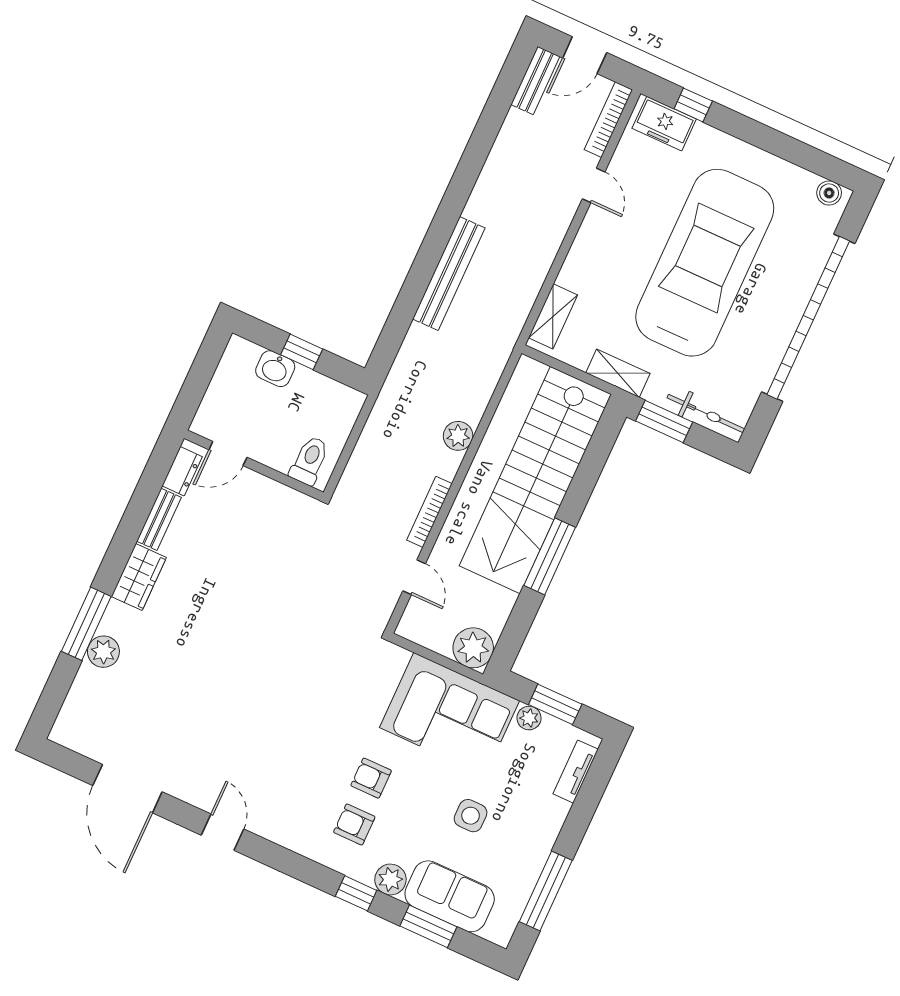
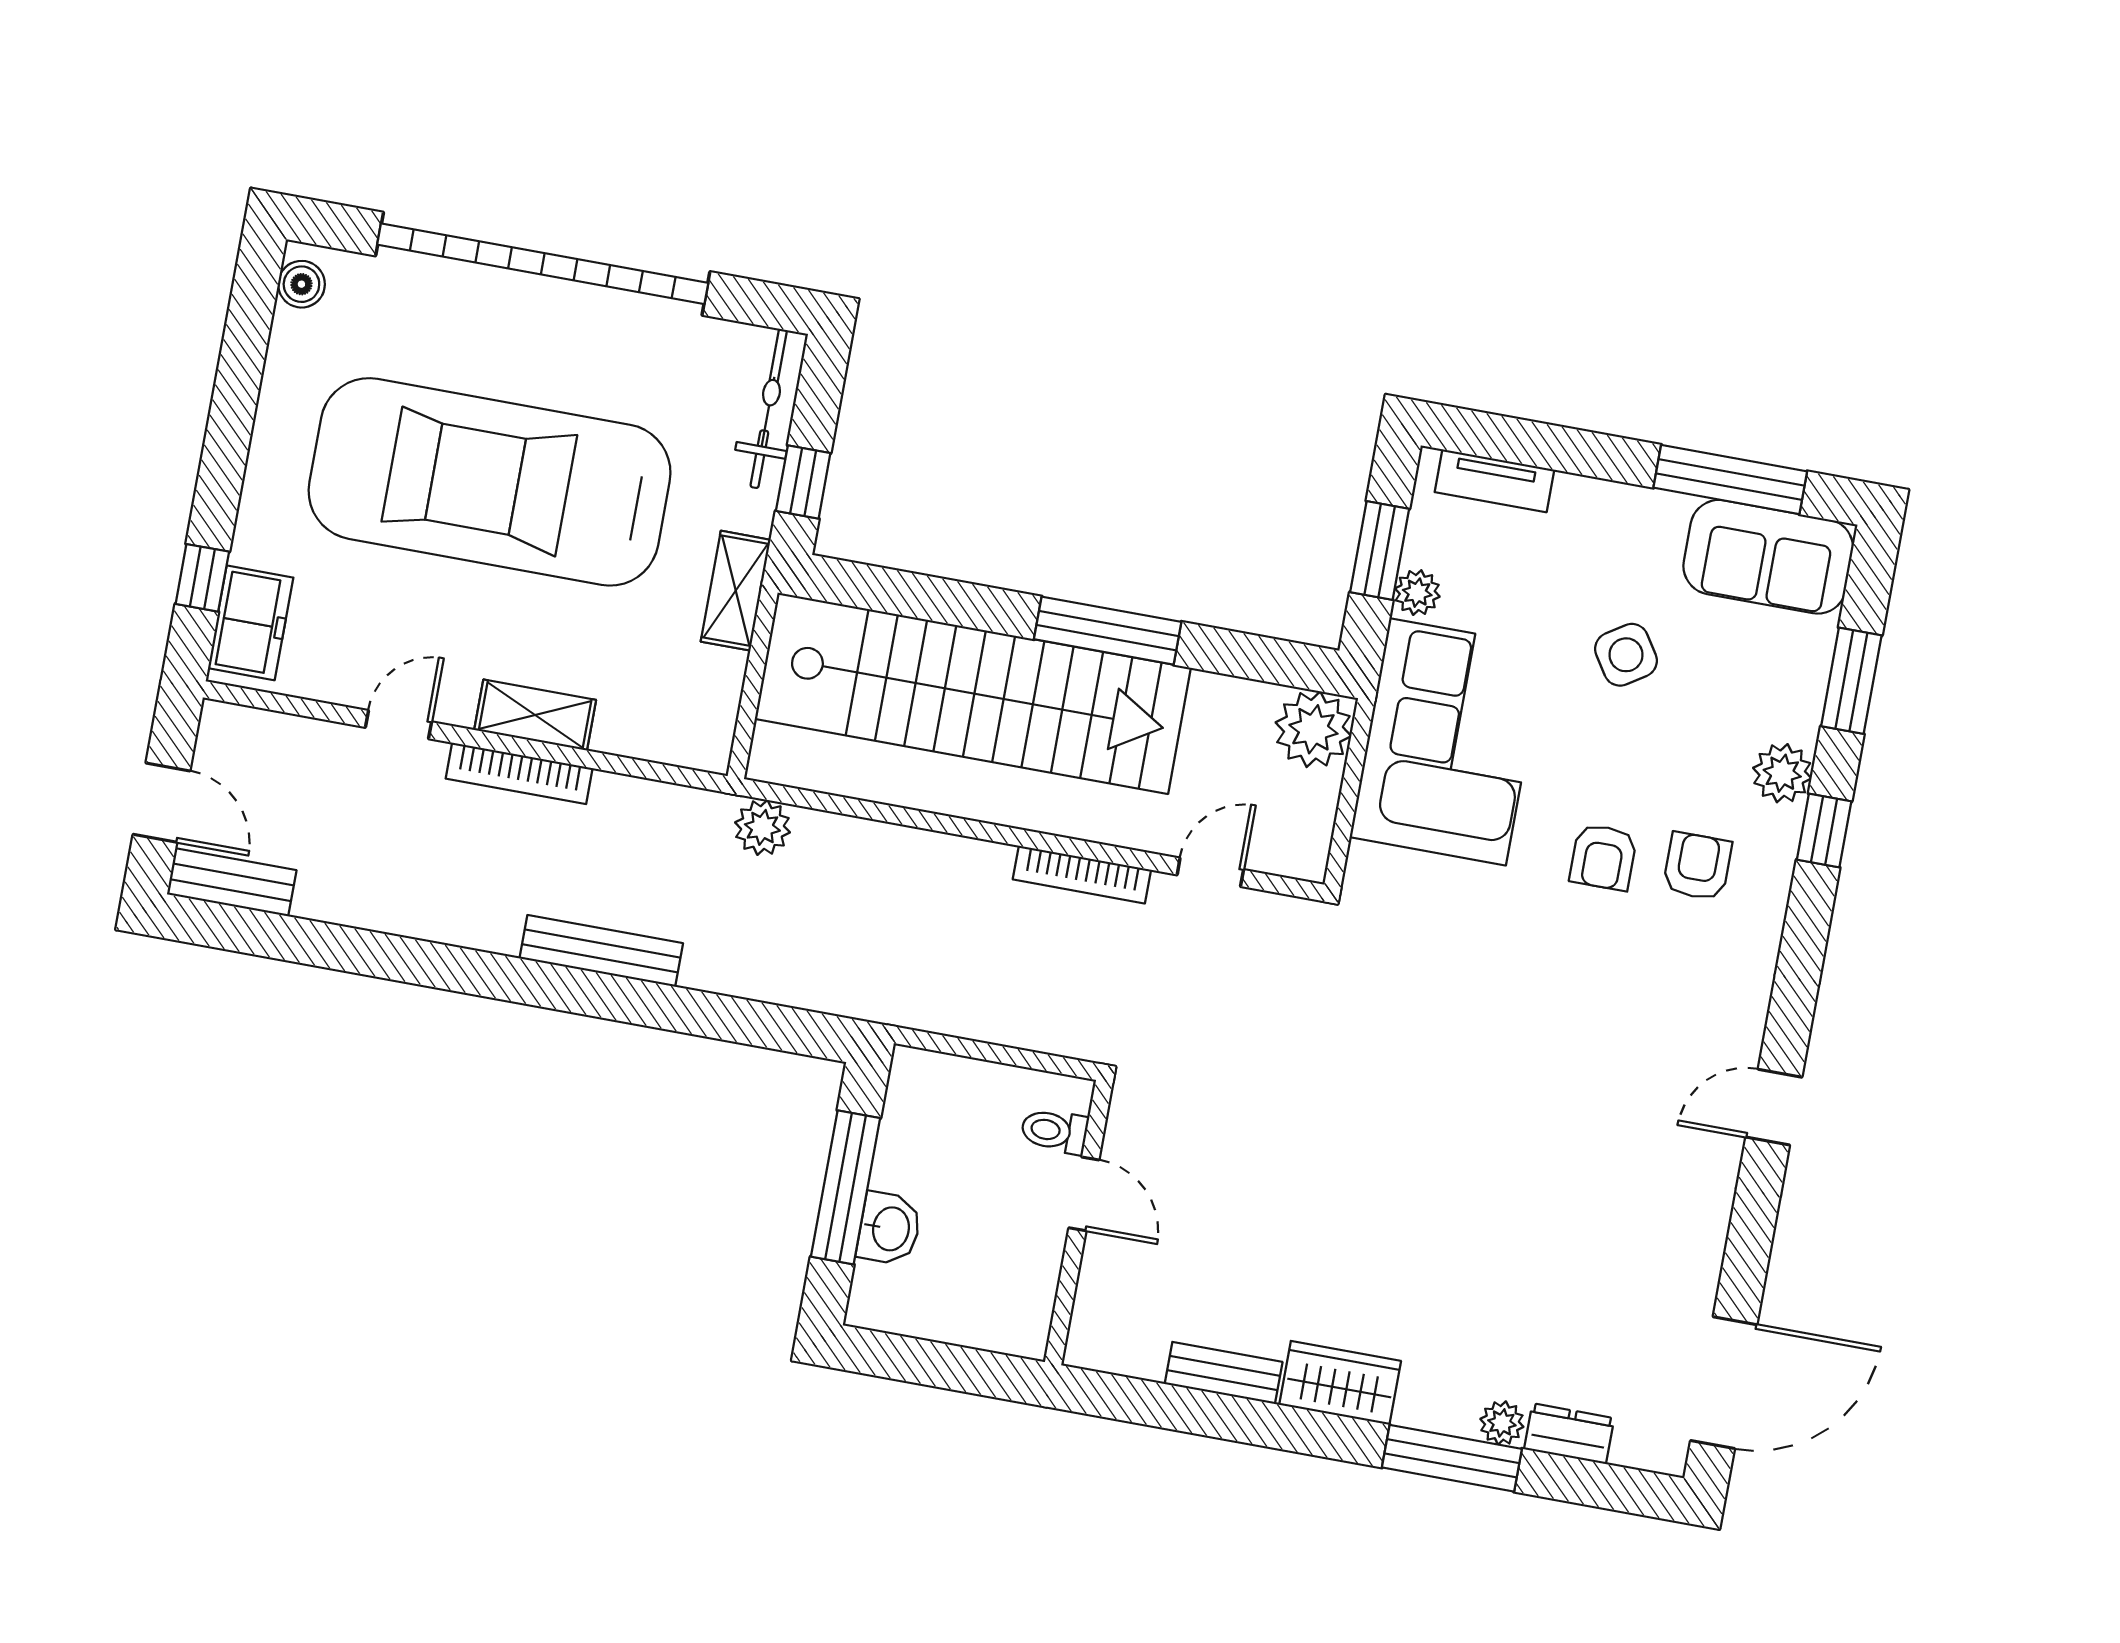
bookcase: (608, 120) -> (519, 773), moved
bench: (449, 273) -> (601, 951), width x0.73, depth x0.82
shelving: (553, 316) -> (535, 715), moved
window: (302, 352) -> (846, 1187), width x2.17
window: (664, 421) -> (803, 482), width x0.67
plant: (458, 436) -> (762, 827), moved
door: (228, 453) -> (1084, 1194), moved
toilet: (309, 461) -> (1054, 1131), width x0.73, depth x0.72
dresser: (182, 471) -> (1569, 1434), moved
plant: (103, 652) -> (1502, 1423), width x0.73, depth x0.73
door: (127, 789) -> (1724, 1383), moved
side table: (471, 816) -> (1626, 655), turned -33
armchair: (354, 824) -> (1697, 866), turned 180
sofa: (450, 896) -> (1768, 557), moved, turned -90

